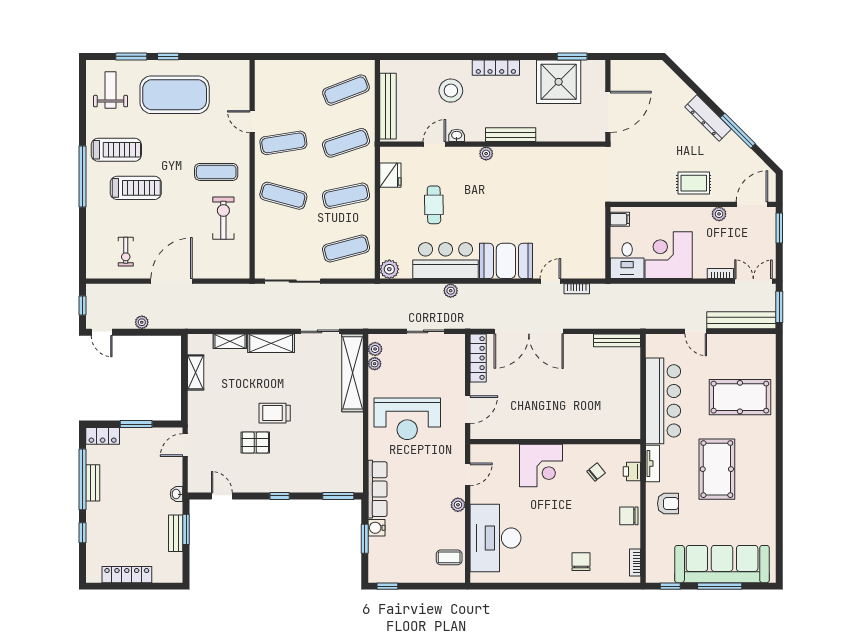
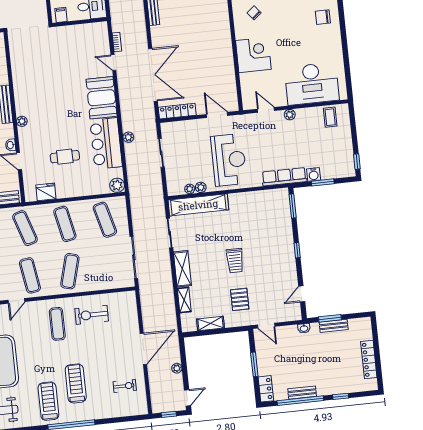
door: (172, 281) -> (143, 349), swing flipped
plant: (375, 349) -> (201, 187), moved
pallet: (255, 442) -> (240, 299), moved

